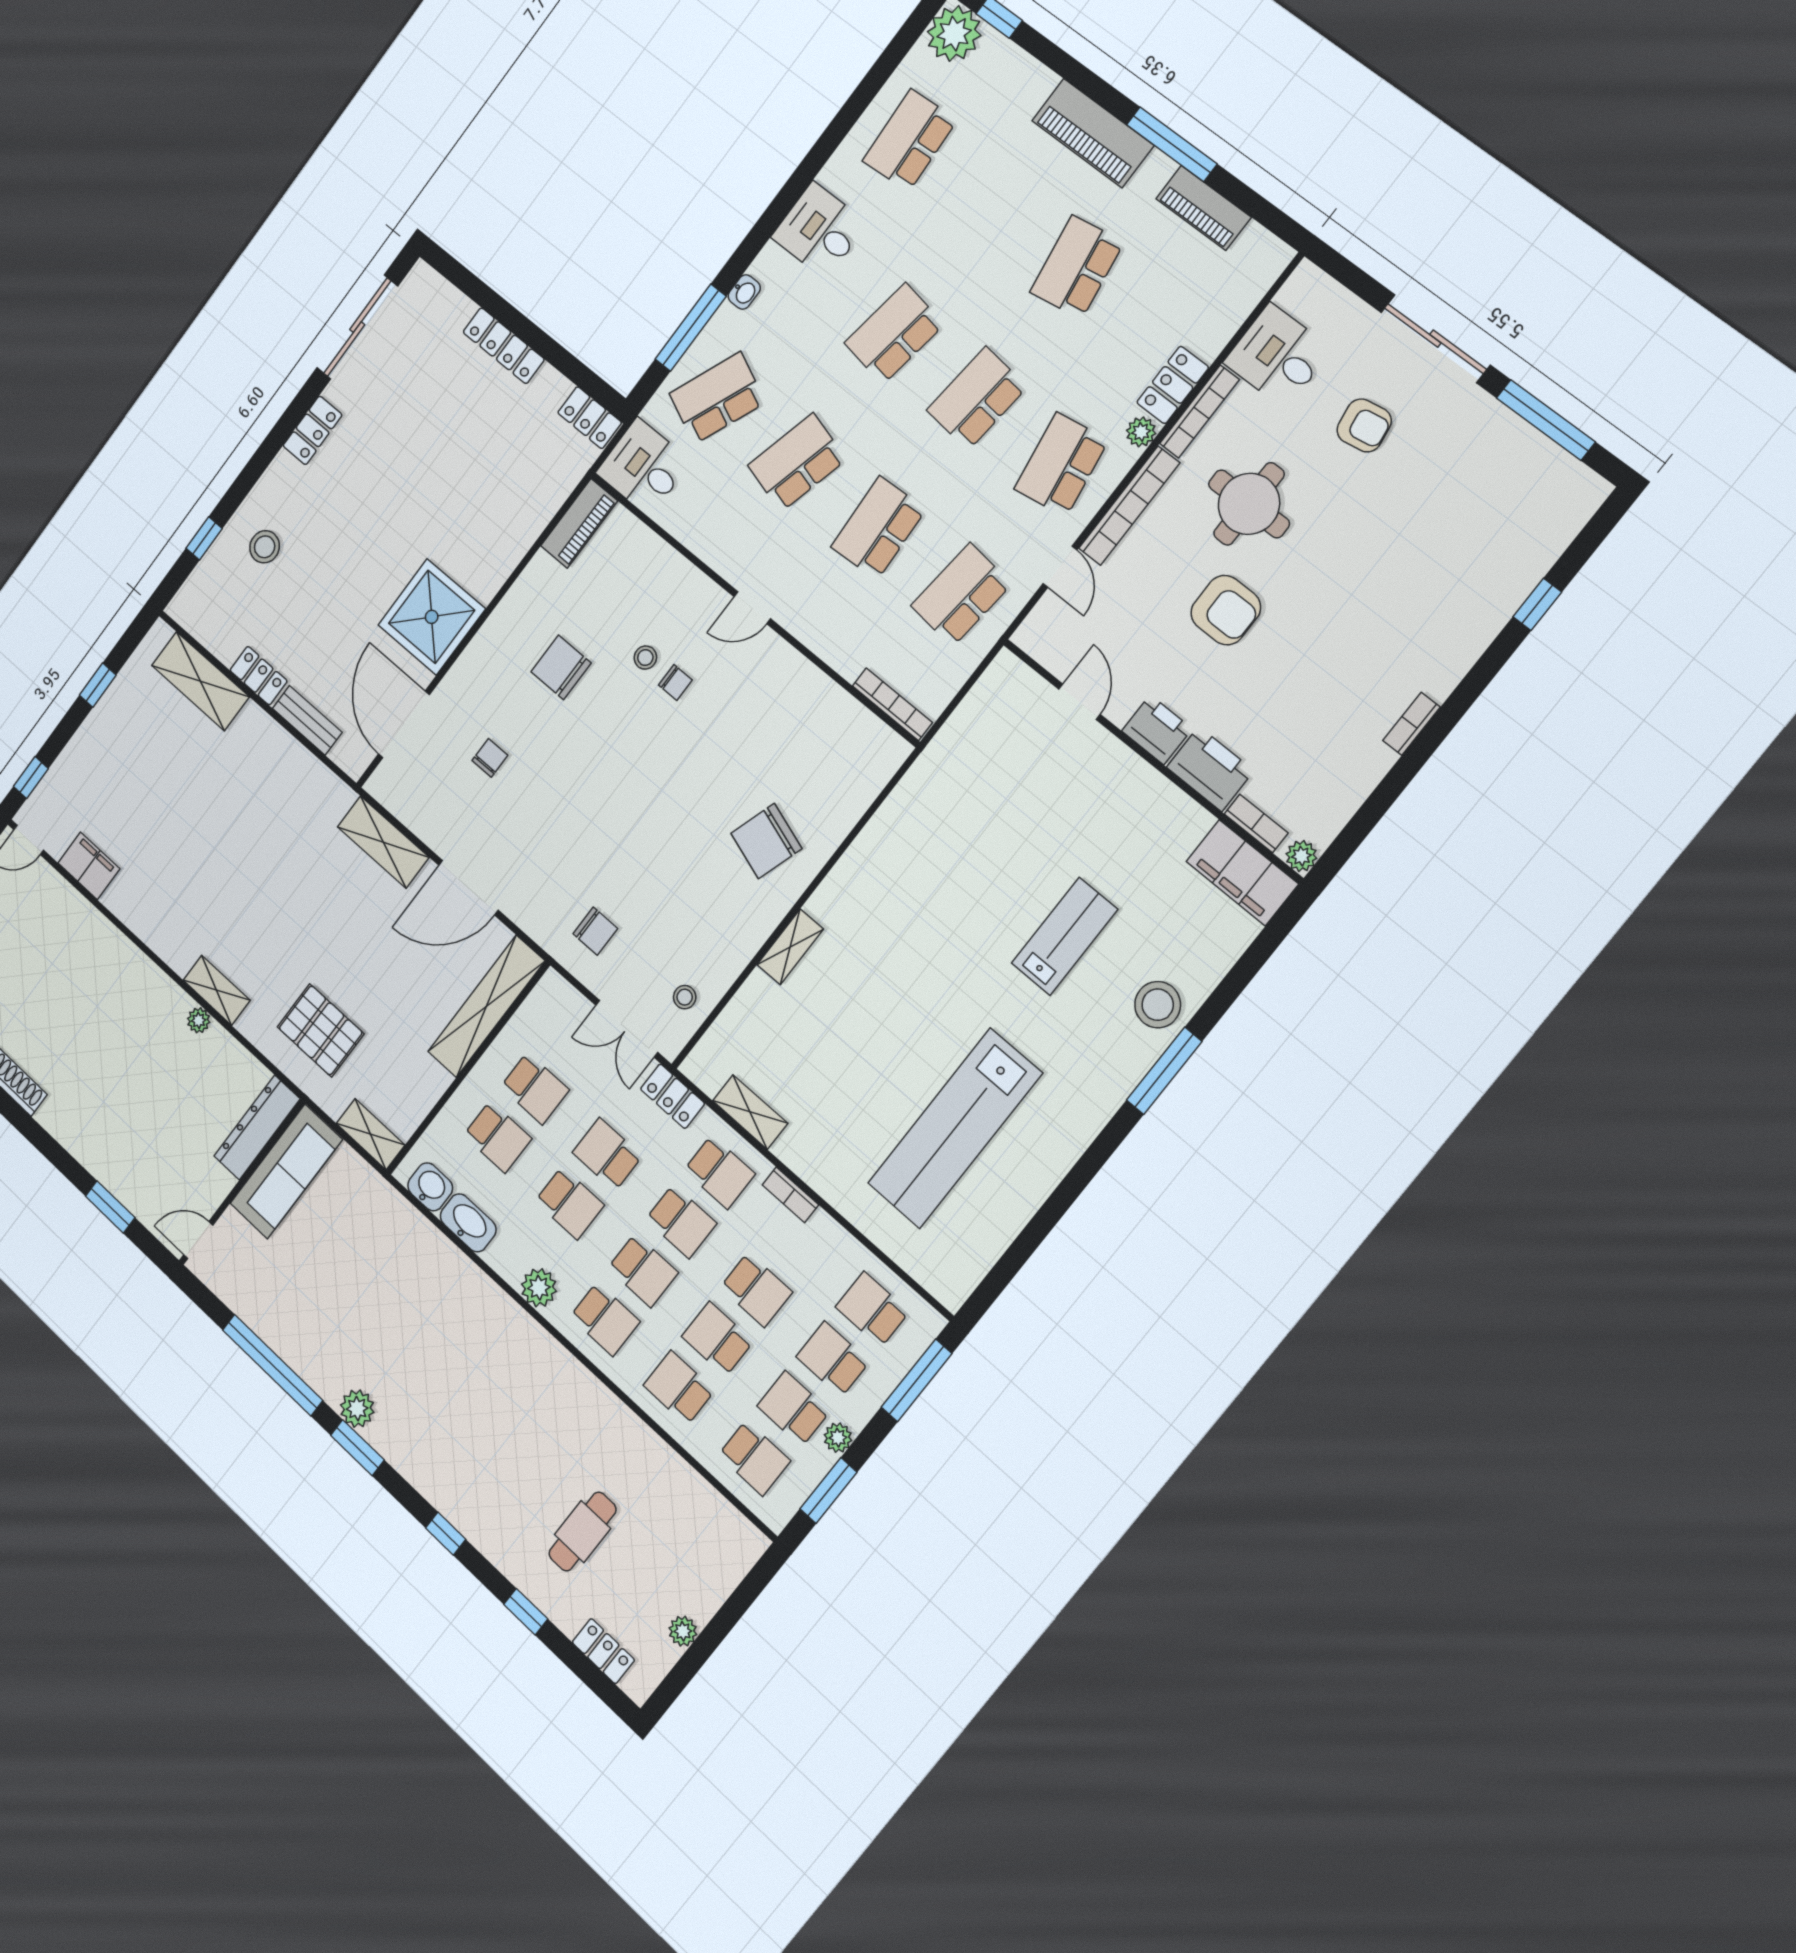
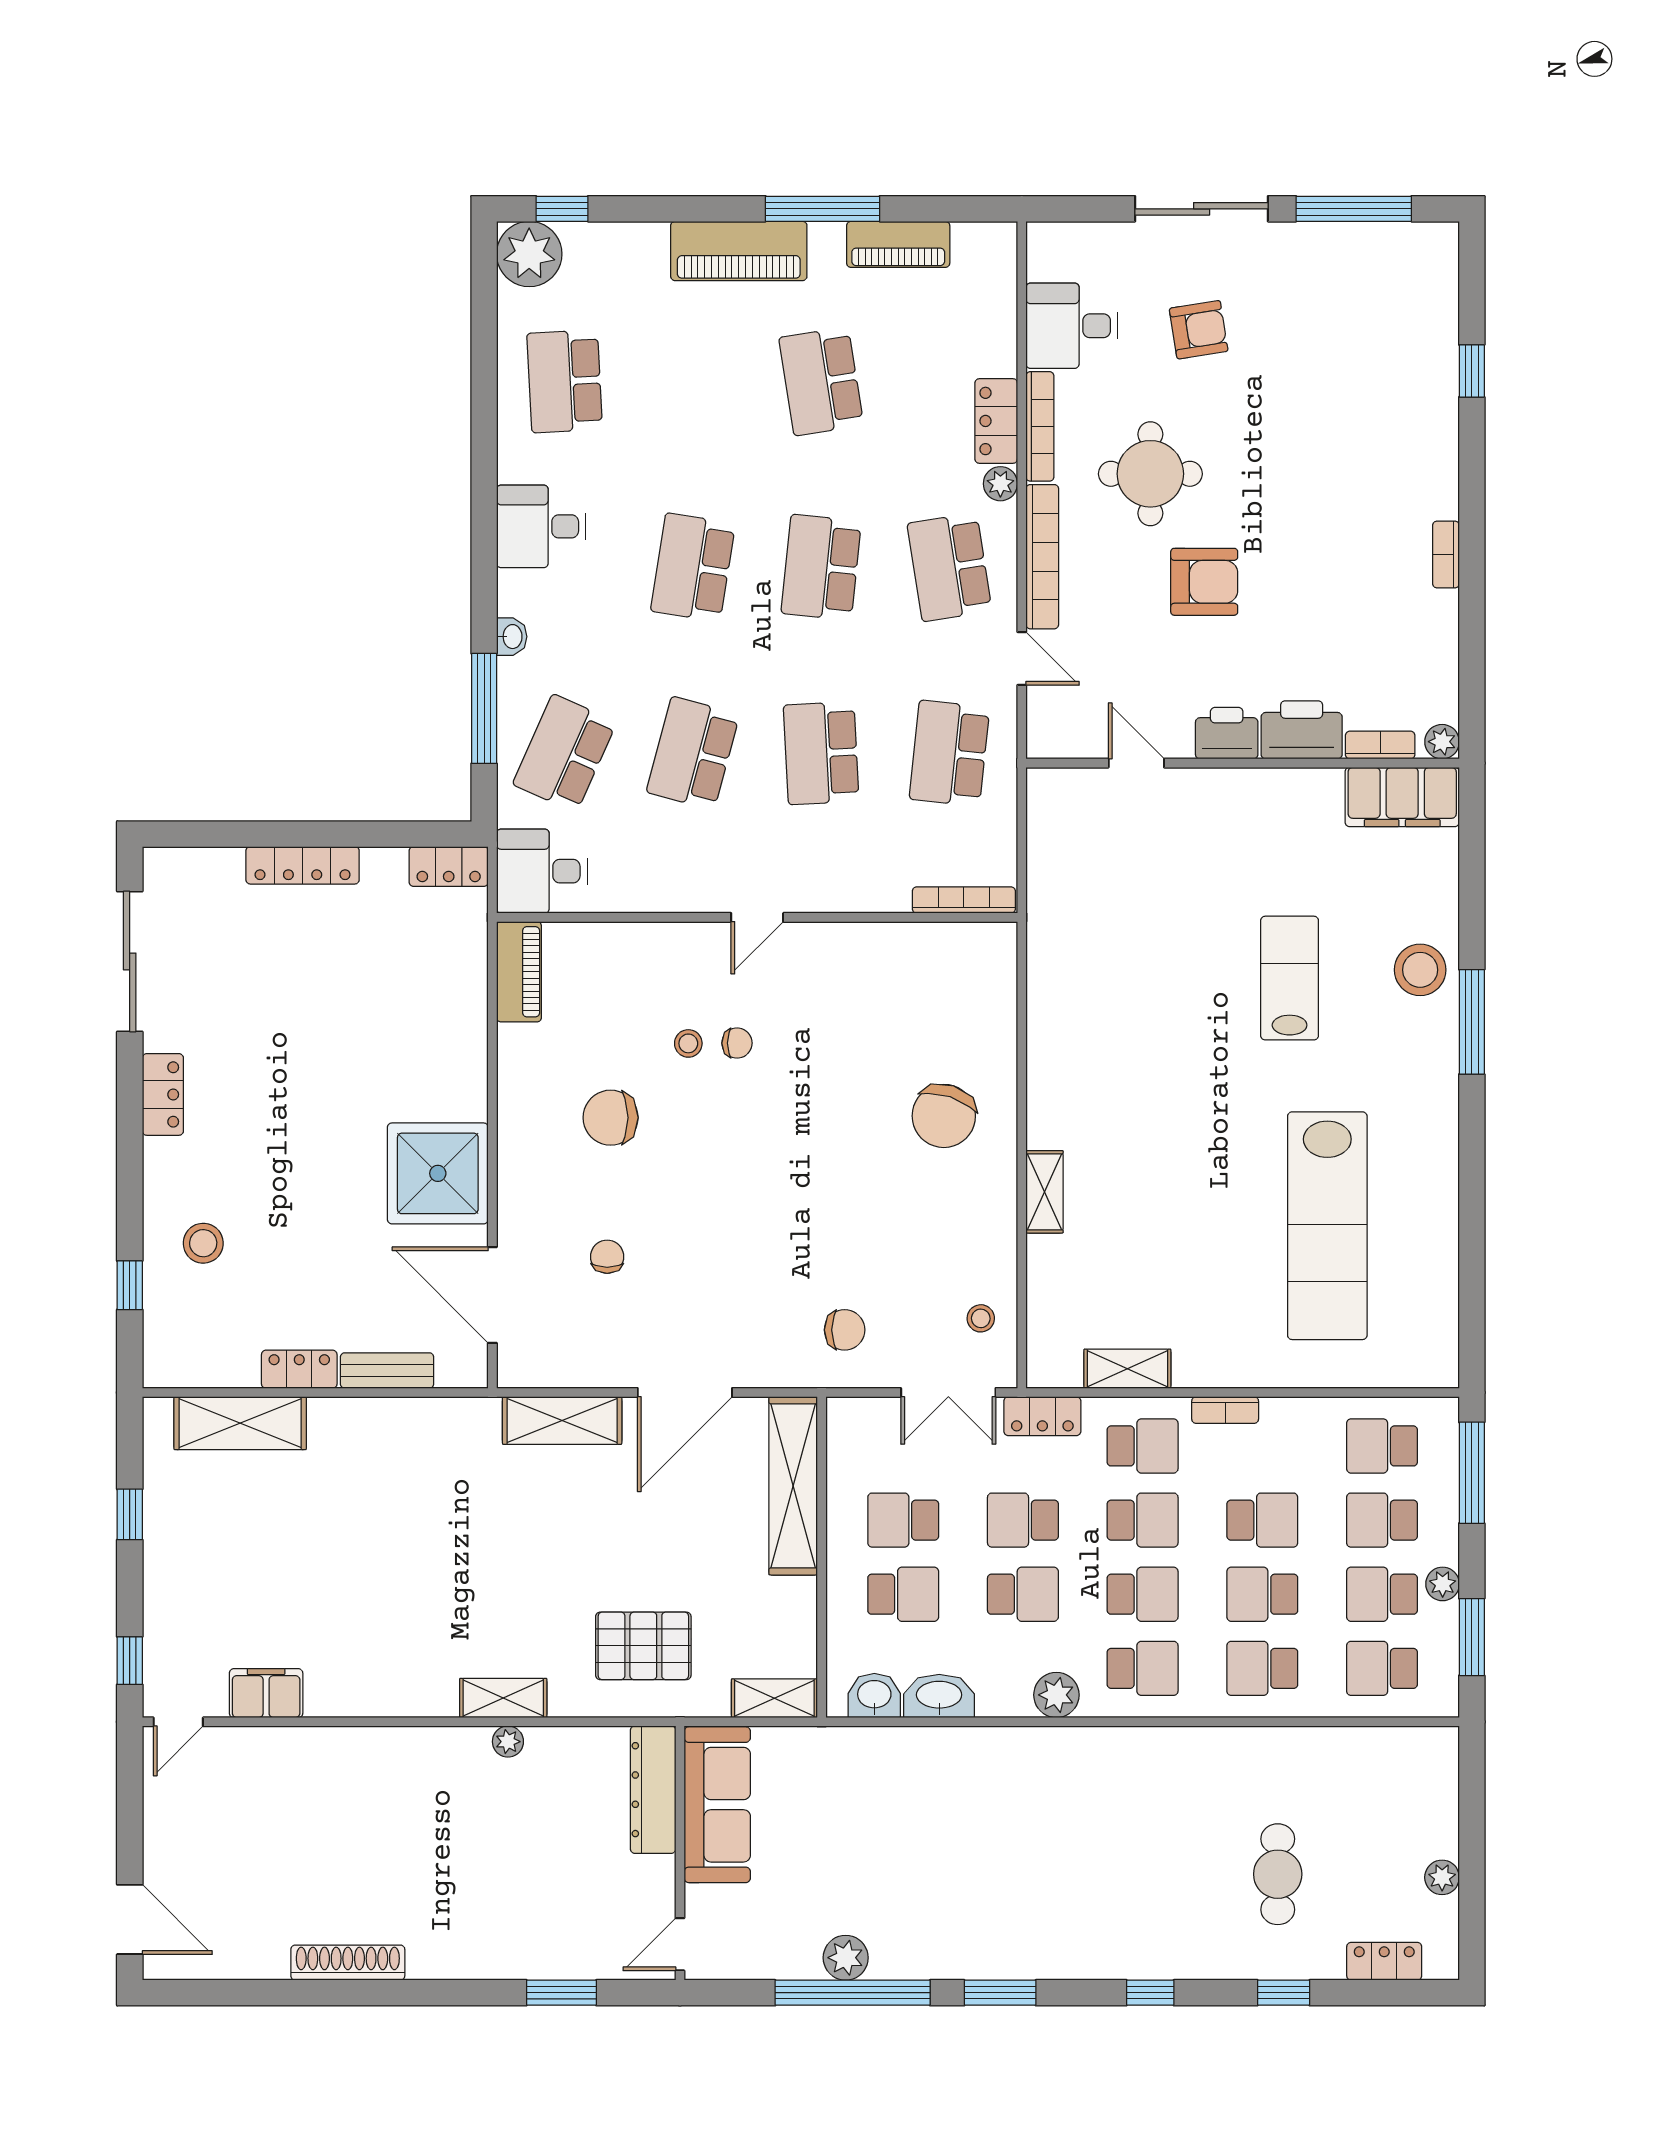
school desk: (535, 1088) -> (903, 1520), turned 180
plant: (357, 1409) -> (846, 1958), moved
school desk: (754, 1458) -> (1382, 1668), turned 180

